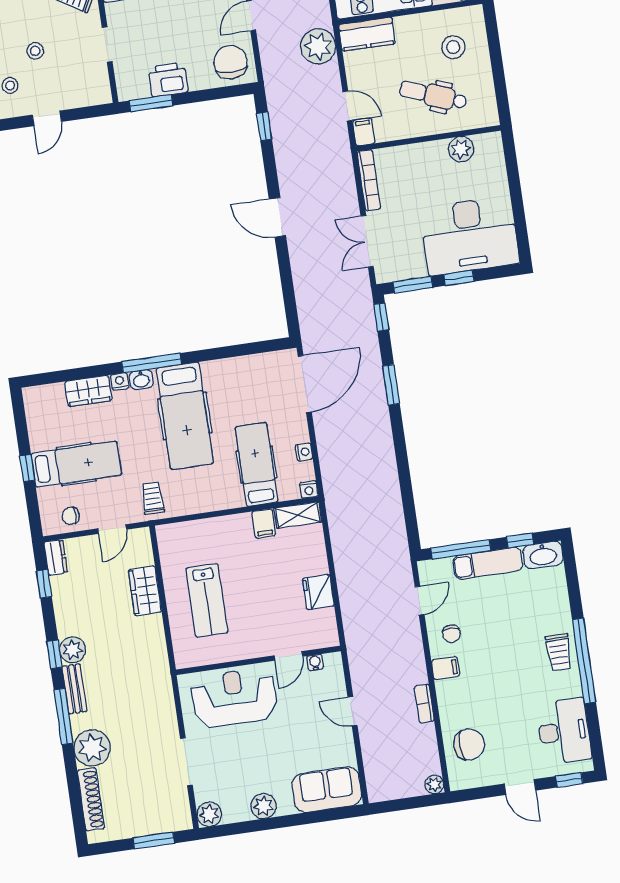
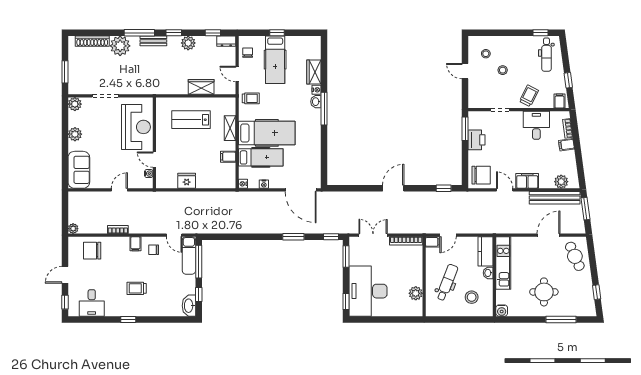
washbasin: (405, 24) -> (488, 273), added
plant: (318, 46) -> (483, 224), removed
window: (459, 278) -> (346, 301), moved
hospital bed: (185, 416) -> (267, 133), moved, turned 180
shelving: (298, 515) -> (230, 128), moved
exam couch: (488, 563) -> (189, 255), moved
plant: (73, 650) -> (188, 43), moved
trolley: (559, 652) -> (137, 288), moved
window: (584, 661) -> (128, 320), width x0.32
desk: (564, 731) -> (92, 303), width x0.73
chair: (469, 744) -> (92, 251), turned 90

